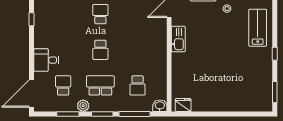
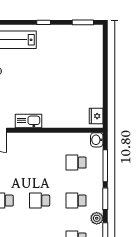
school desk: (100, 50) -> (40, 201), turned 180
school desk: (100, 85) -> (76, 201), width x0.54
school desk: (138, 85) -> (76, 163), turned 180

